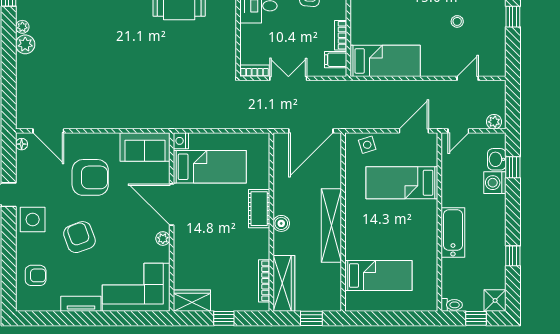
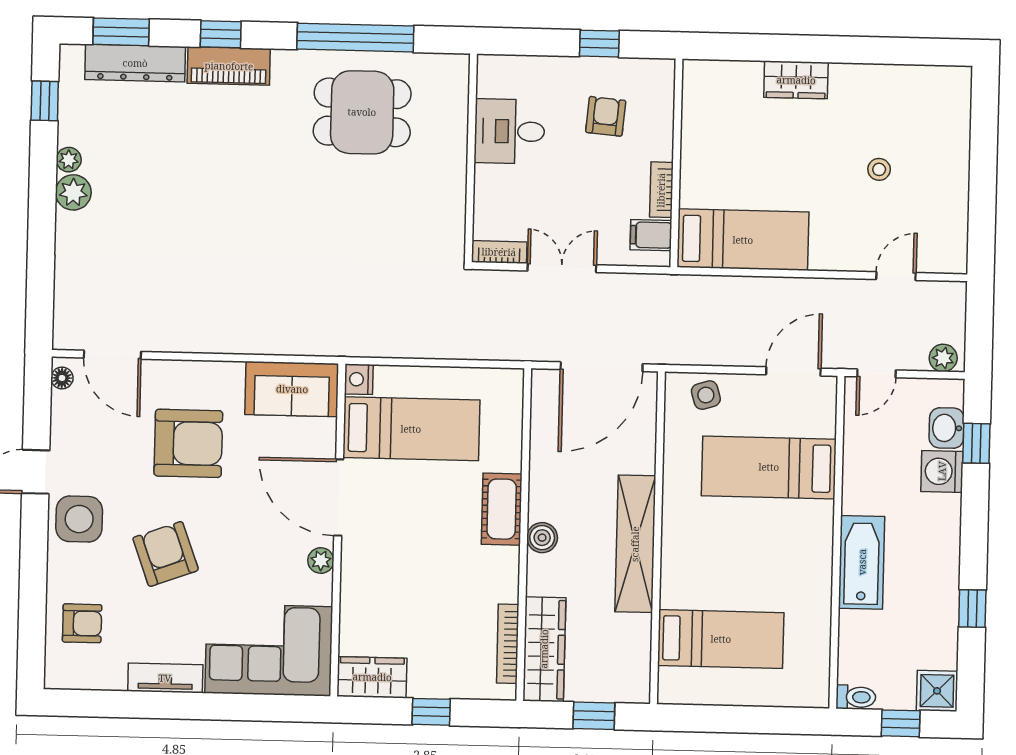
window: (513, 17) -> (983, 163), removed

